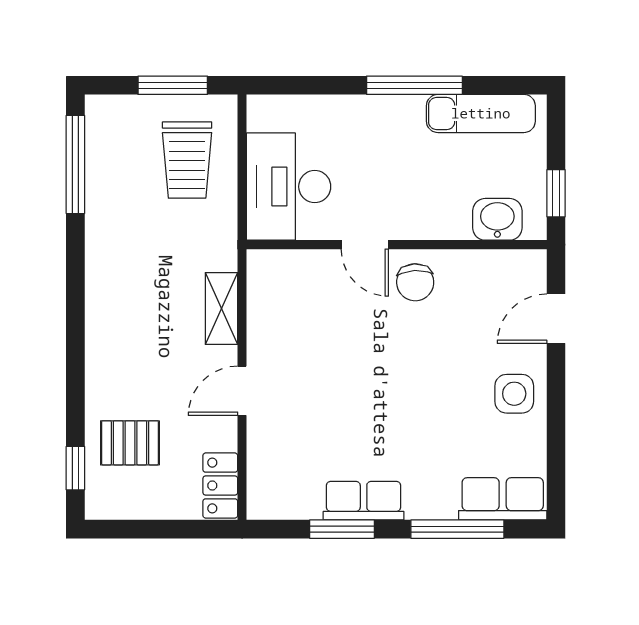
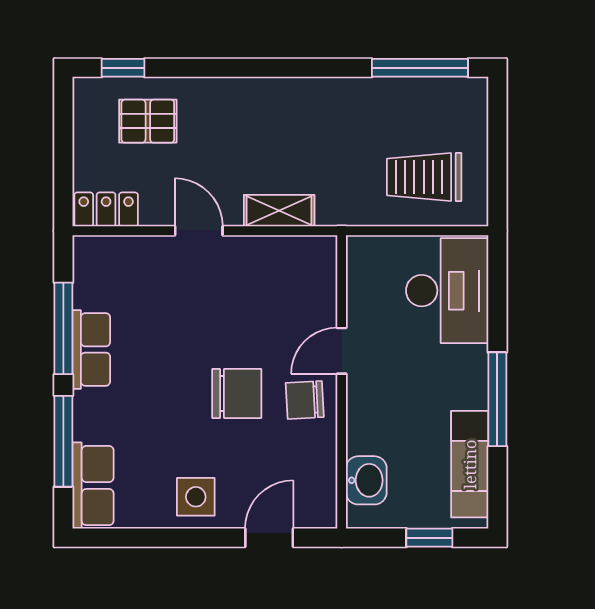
window: (173, 85) -> (497, 163), removed
desk: (289, 187) -> (447, 291), moved, turned 90
window: (556, 193) -> (429, 538), moved
door: (556, 319) -> (269, 538), hinge flipped
chair: (409, 352) -> (237, 394), added
pallet: (130, 443) -> (148, 121), turned 90
window: (342, 529) -> (63, 328), width x1.44

